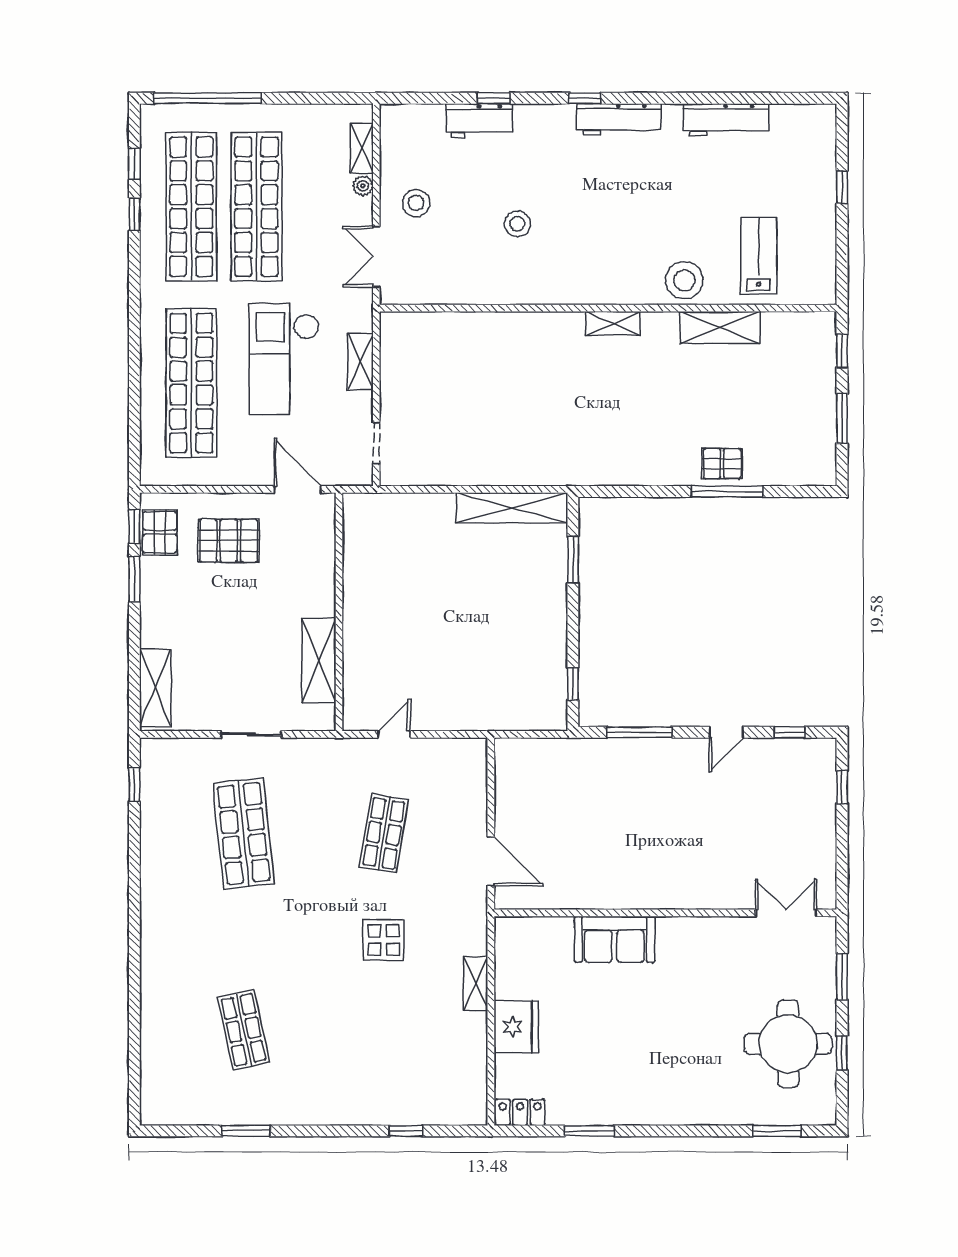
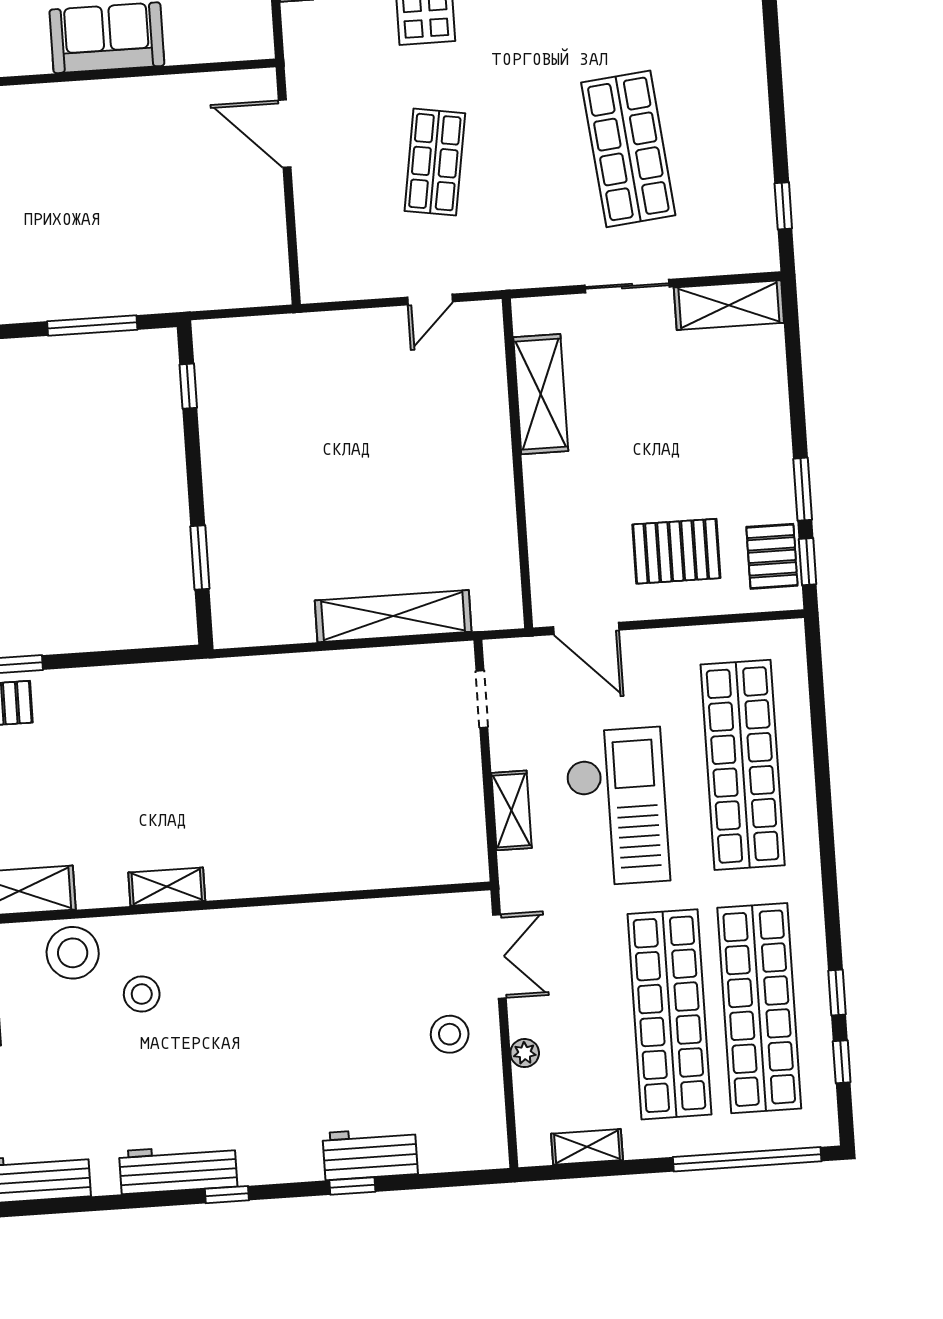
shelving: (362, 148) -> (587, 1147), moved, turned 90
stool: (517, 224) -> (142, 994), moved
shelving: (512, 508) -> (393, 616), moved
shelving: (155, 688) -> (729, 305), moved, turned 90

